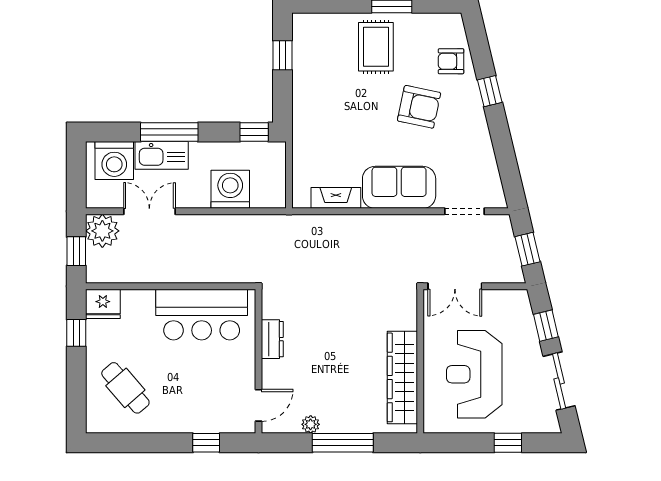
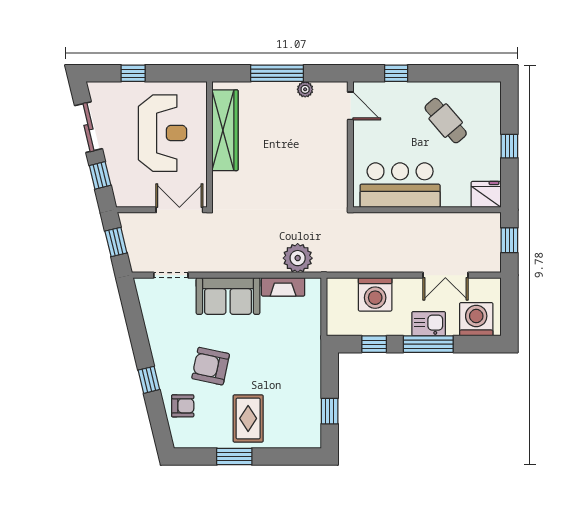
window: (254, 132) -> (374, 344), moved
kitchen sink: (162, 155) -> (429, 324), width x0.73
plant: (102, 231) -> (298, 258), moved
window: (76, 333) -> (509, 146), moved
dresser: (272, 339) -> (338, 164), removed
cafe table: (125, 388) -> (446, 121), moved
door: (259, 405) -> (350, 106), swing flipped

